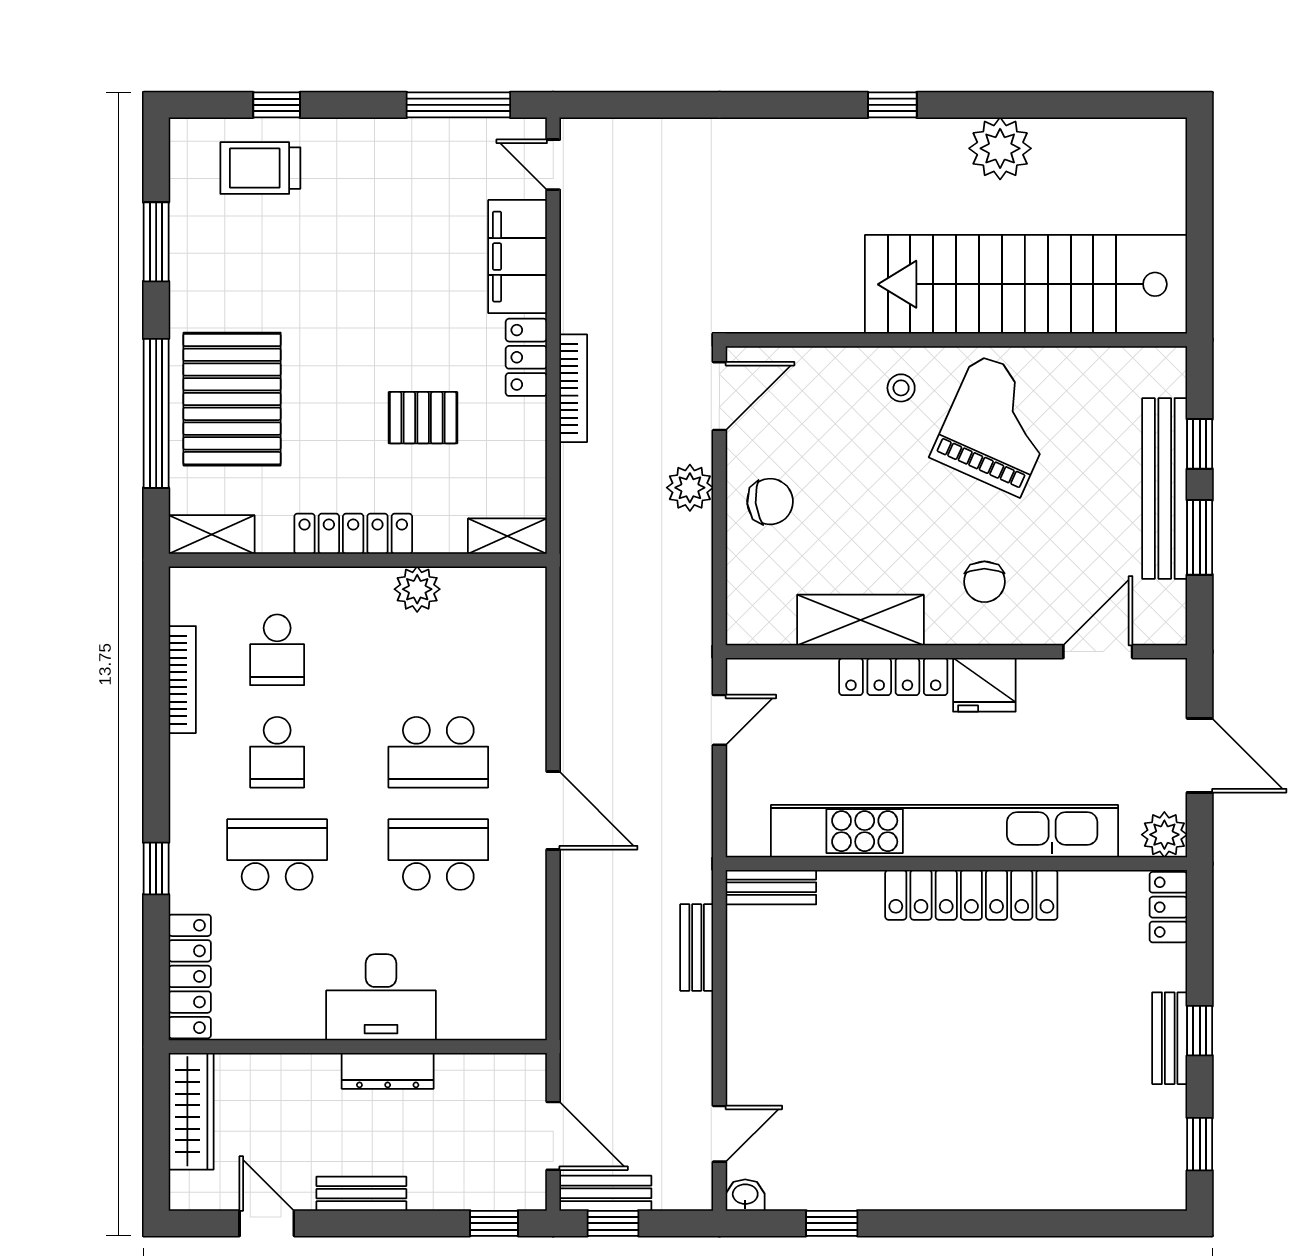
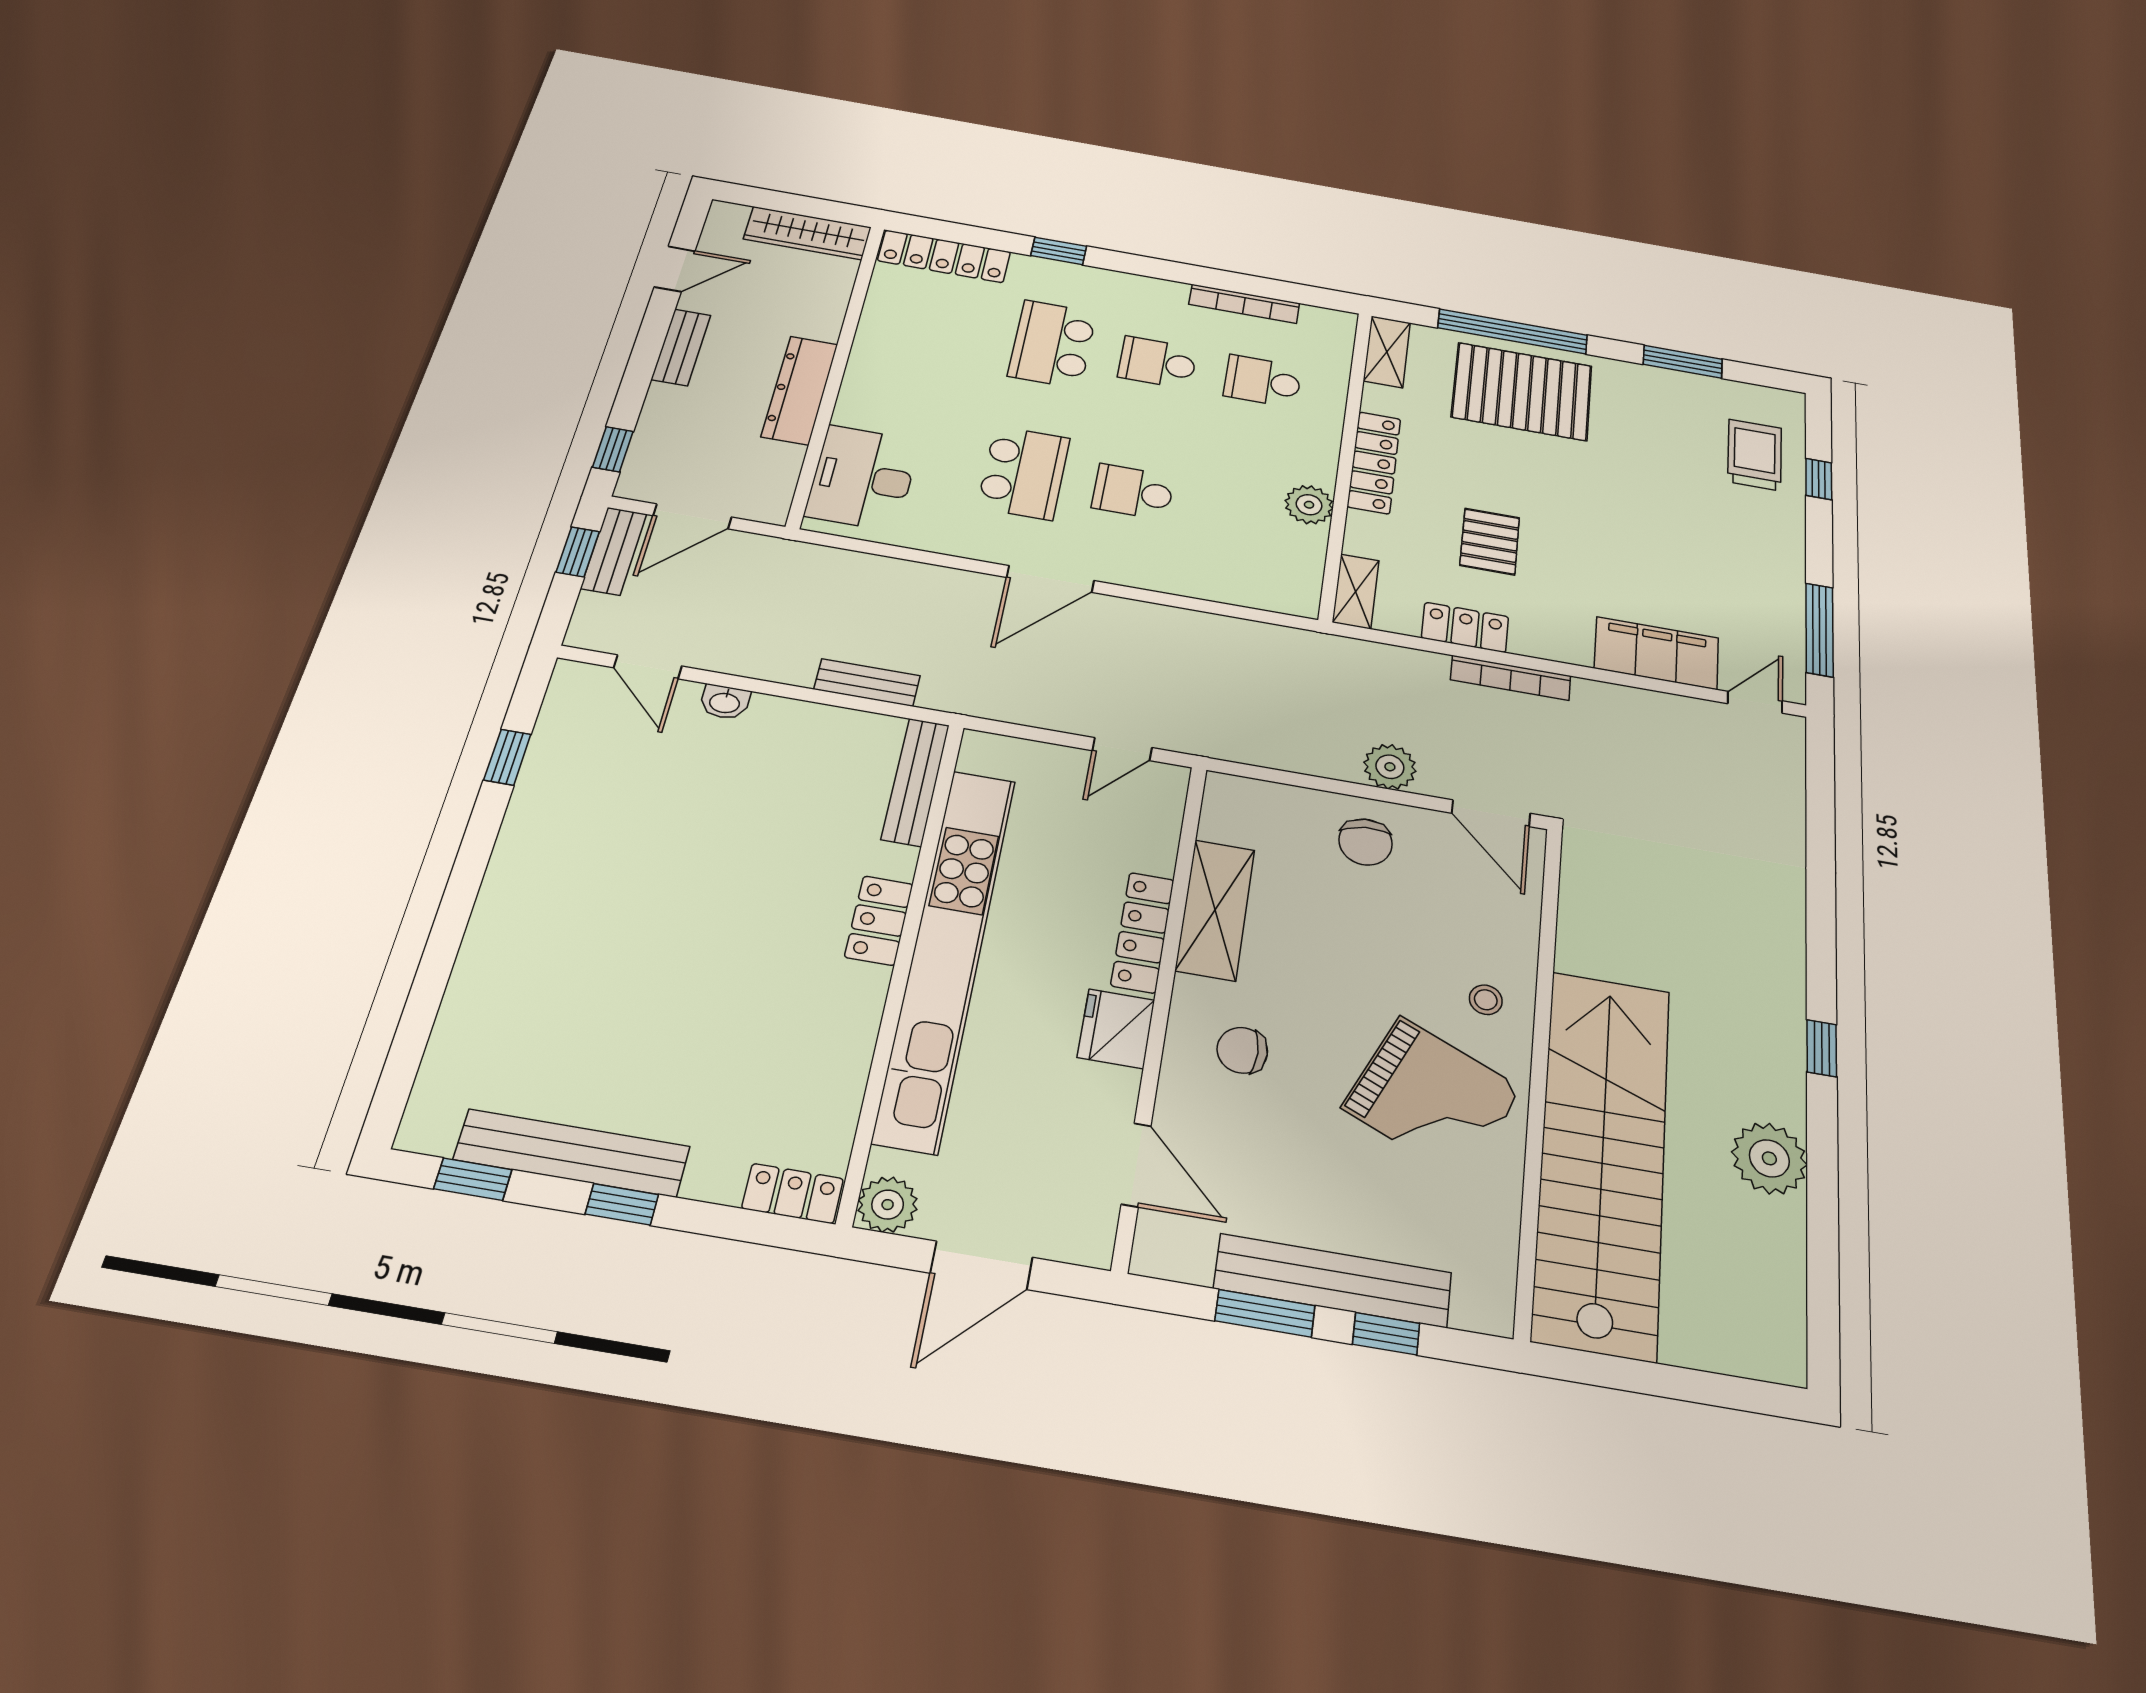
locker: (526, 357) -> (1465, 627), moved
door: (719, 720) -> (1122, 749), hinge flipped
school desk: (438, 752) -> (1133, 492), width x0.54
school desk: (277, 855) -> (1052, 344), turned 180
bench: (771, 887) -> (915, 782), width x1.36
locker: (971, 895) -> (879, 920), width x0.46, depth x0.83
desk: (381, 997) -> (863, 478), moved
bench: (1170, 1038) -> (572, 1153), width x1.86, depth x1.21
dresser: (388, 1071) -> (800, 390), width x1.37, depth x1.24
washbasin: (745, 1195) -> (725, 702), moved, turned 90

